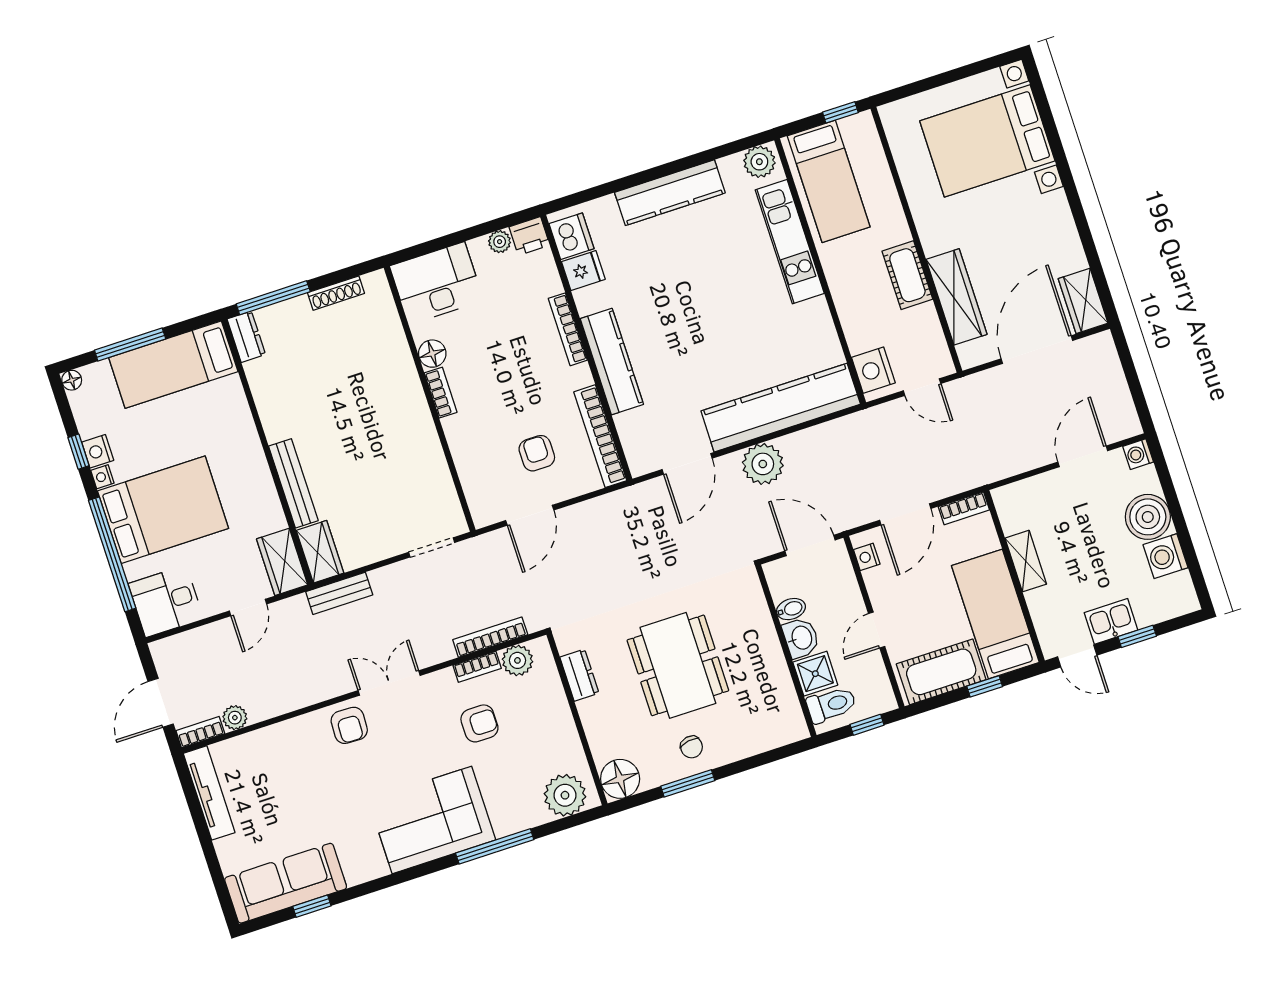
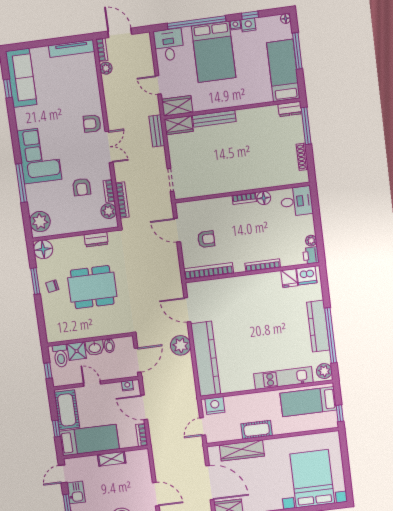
window: (684, 164) -> (331, 335), added
desk: (437, 283) -> (297, 201), width x0.73
kitchen counter: (612, 362) -> (243, 283), removed

